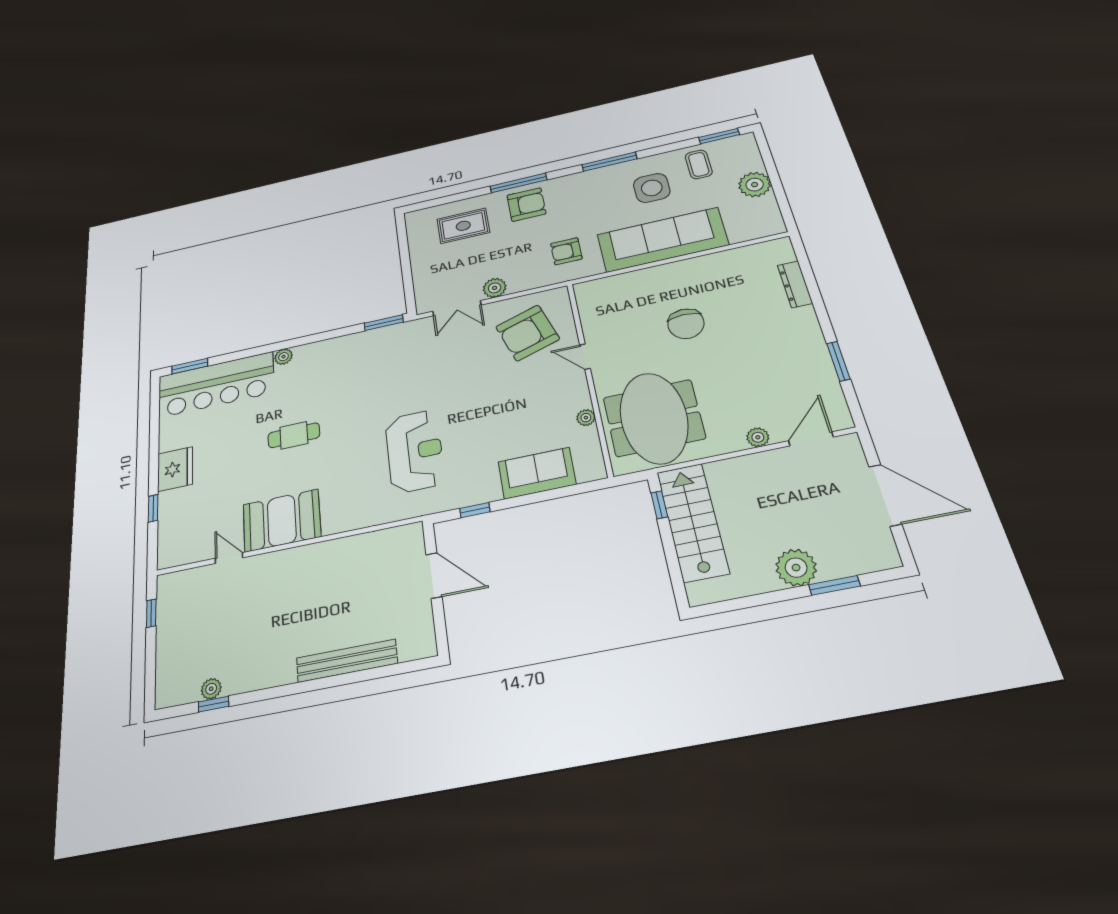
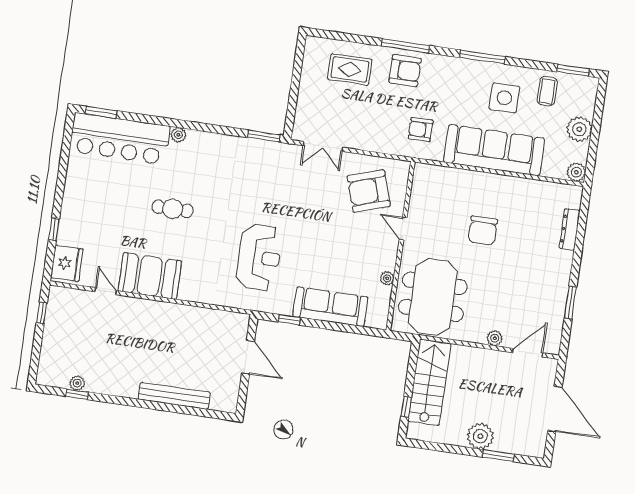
plant: (495, 288) -> (576, 172), moved
fridge: (175, 469) -> (67, 263), moved
sofa: (537, 473) -> (330, 307), width x1.36
window: (659, 505) -> (406, 407), moved

